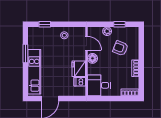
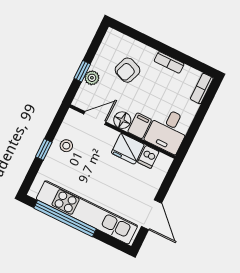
window: (45, 24) -> (44, 149), moved
window: (120, 24) -> (82, 71), moved
window: (25, 54) -> (65, 218), width x2.11
filing cabinet: (94, 69) -> (140, 126), added
kitchen unit: (34, 72) -> (87, 212), width x1.36

